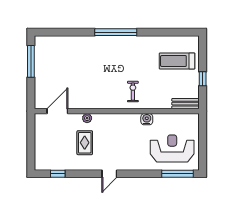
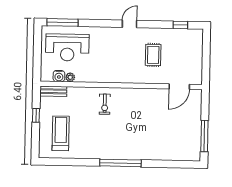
treadmill: (177, 61) -> (61, 133), turned -90
plant: (87, 118) -> (70, 77), moved
water cooler: (147, 119) -> (59, 76), moved

